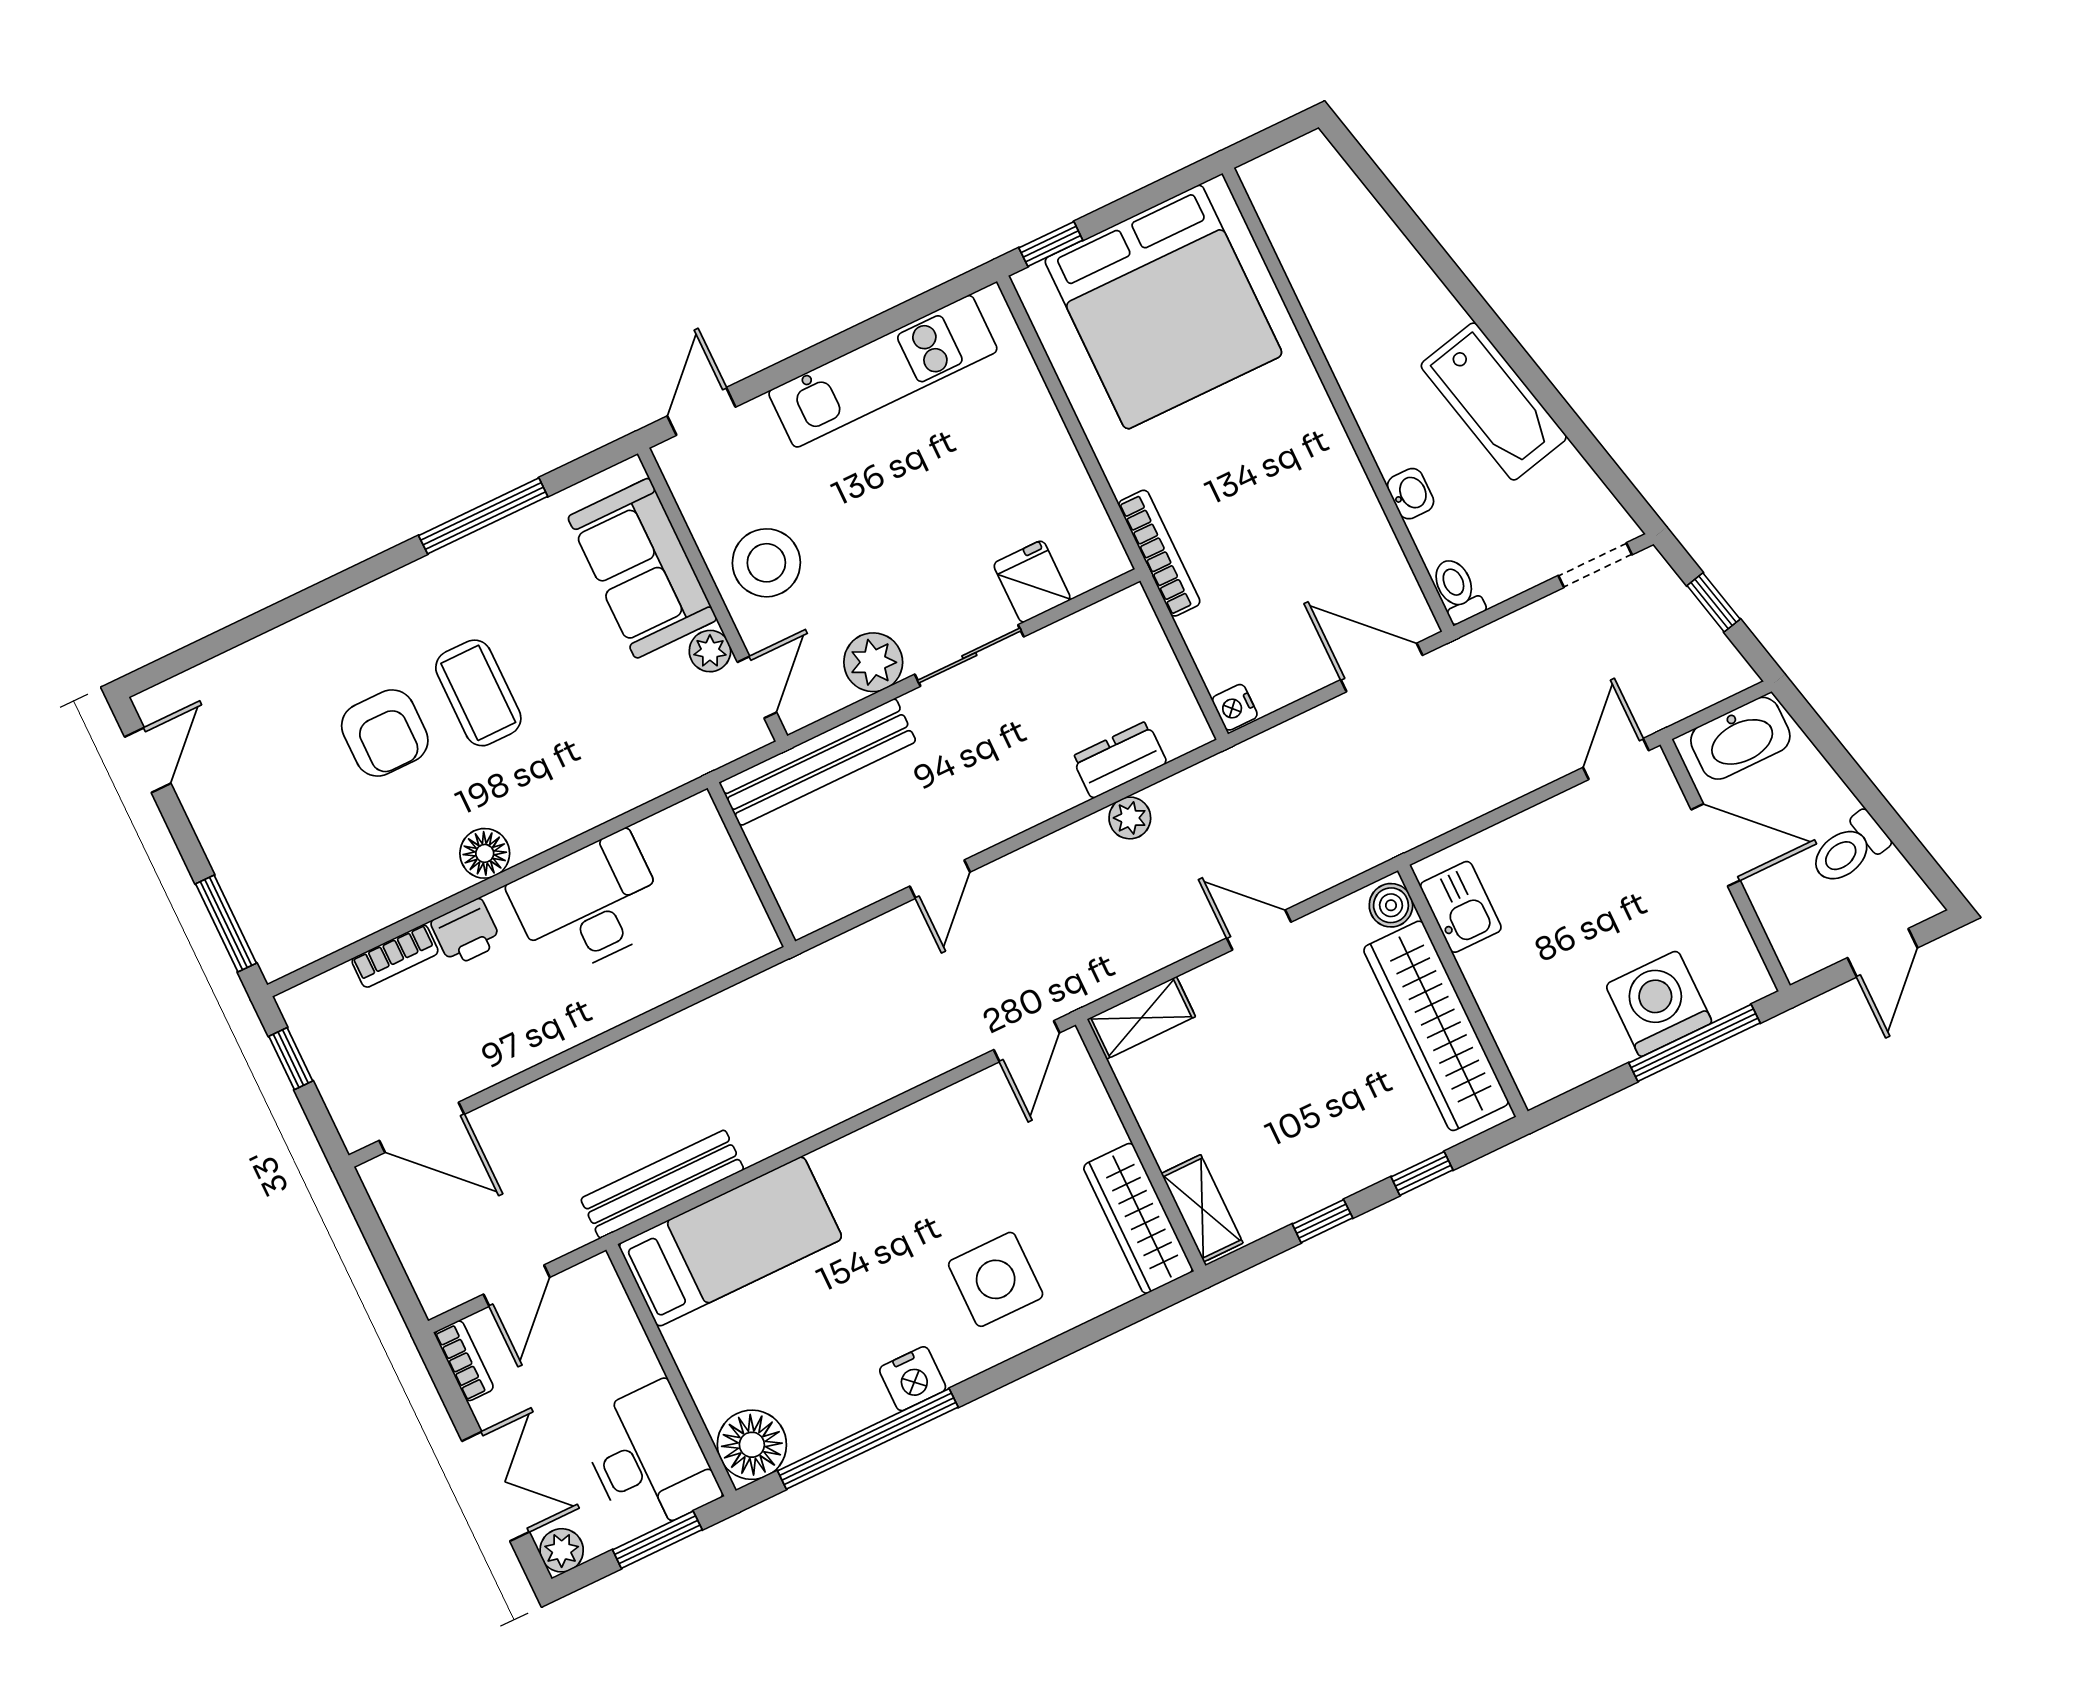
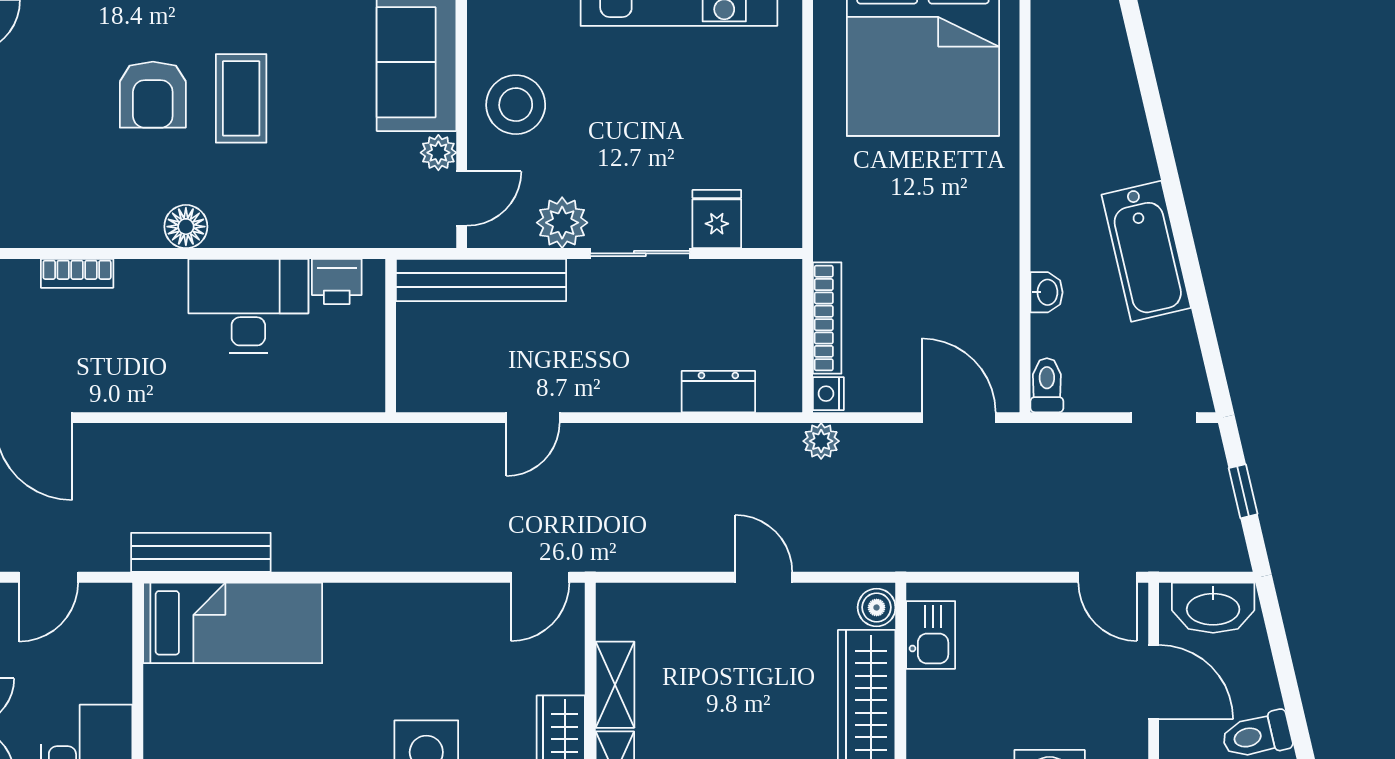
bookcase: (1159, 553) -> (827, 318), moved
door: (1616, 759) -> (1108, 577), swing flipped
plant: (1130, 818) -> (821, 441), moved
printer: (466, 932) -> (337, 281), moved
shelving: (1141, 1018) -> (615, 685), moved, turned 90

